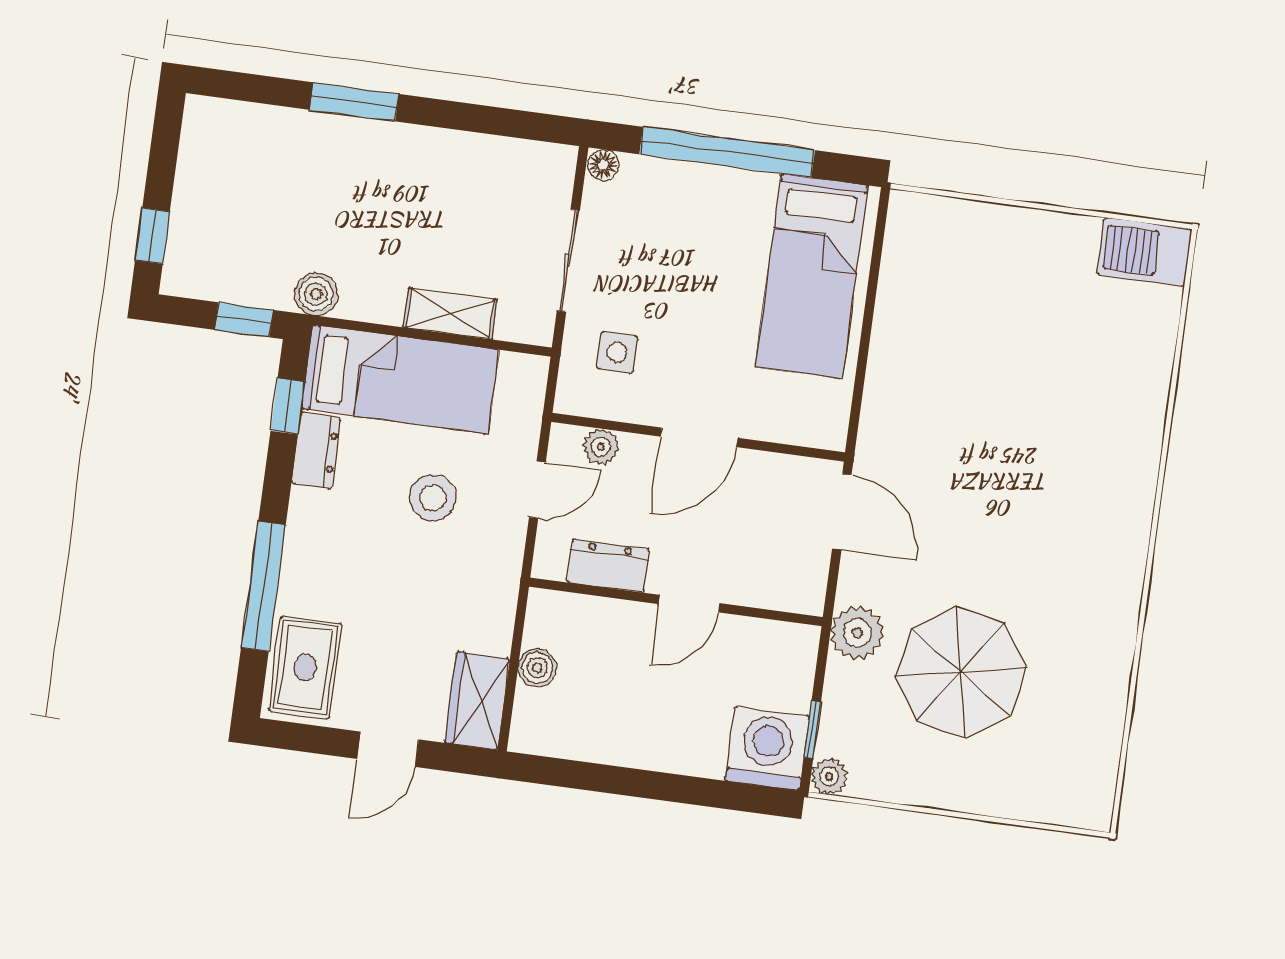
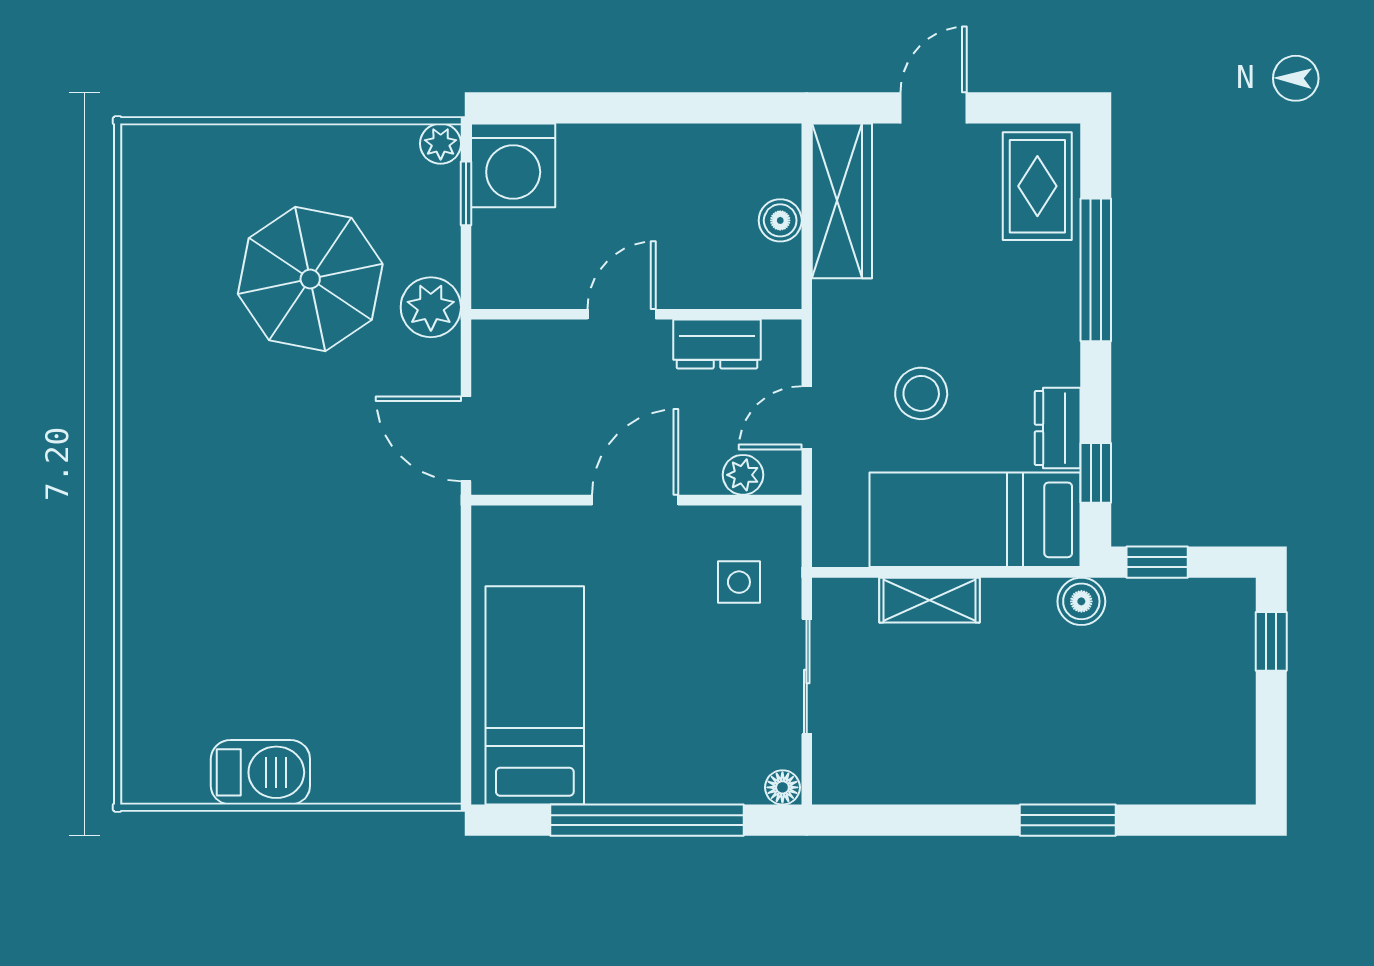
barbecue: (1144, 252) -> (260, 772), moved
wardrobe: (477, 701) -> (842, 201), width x1.50

